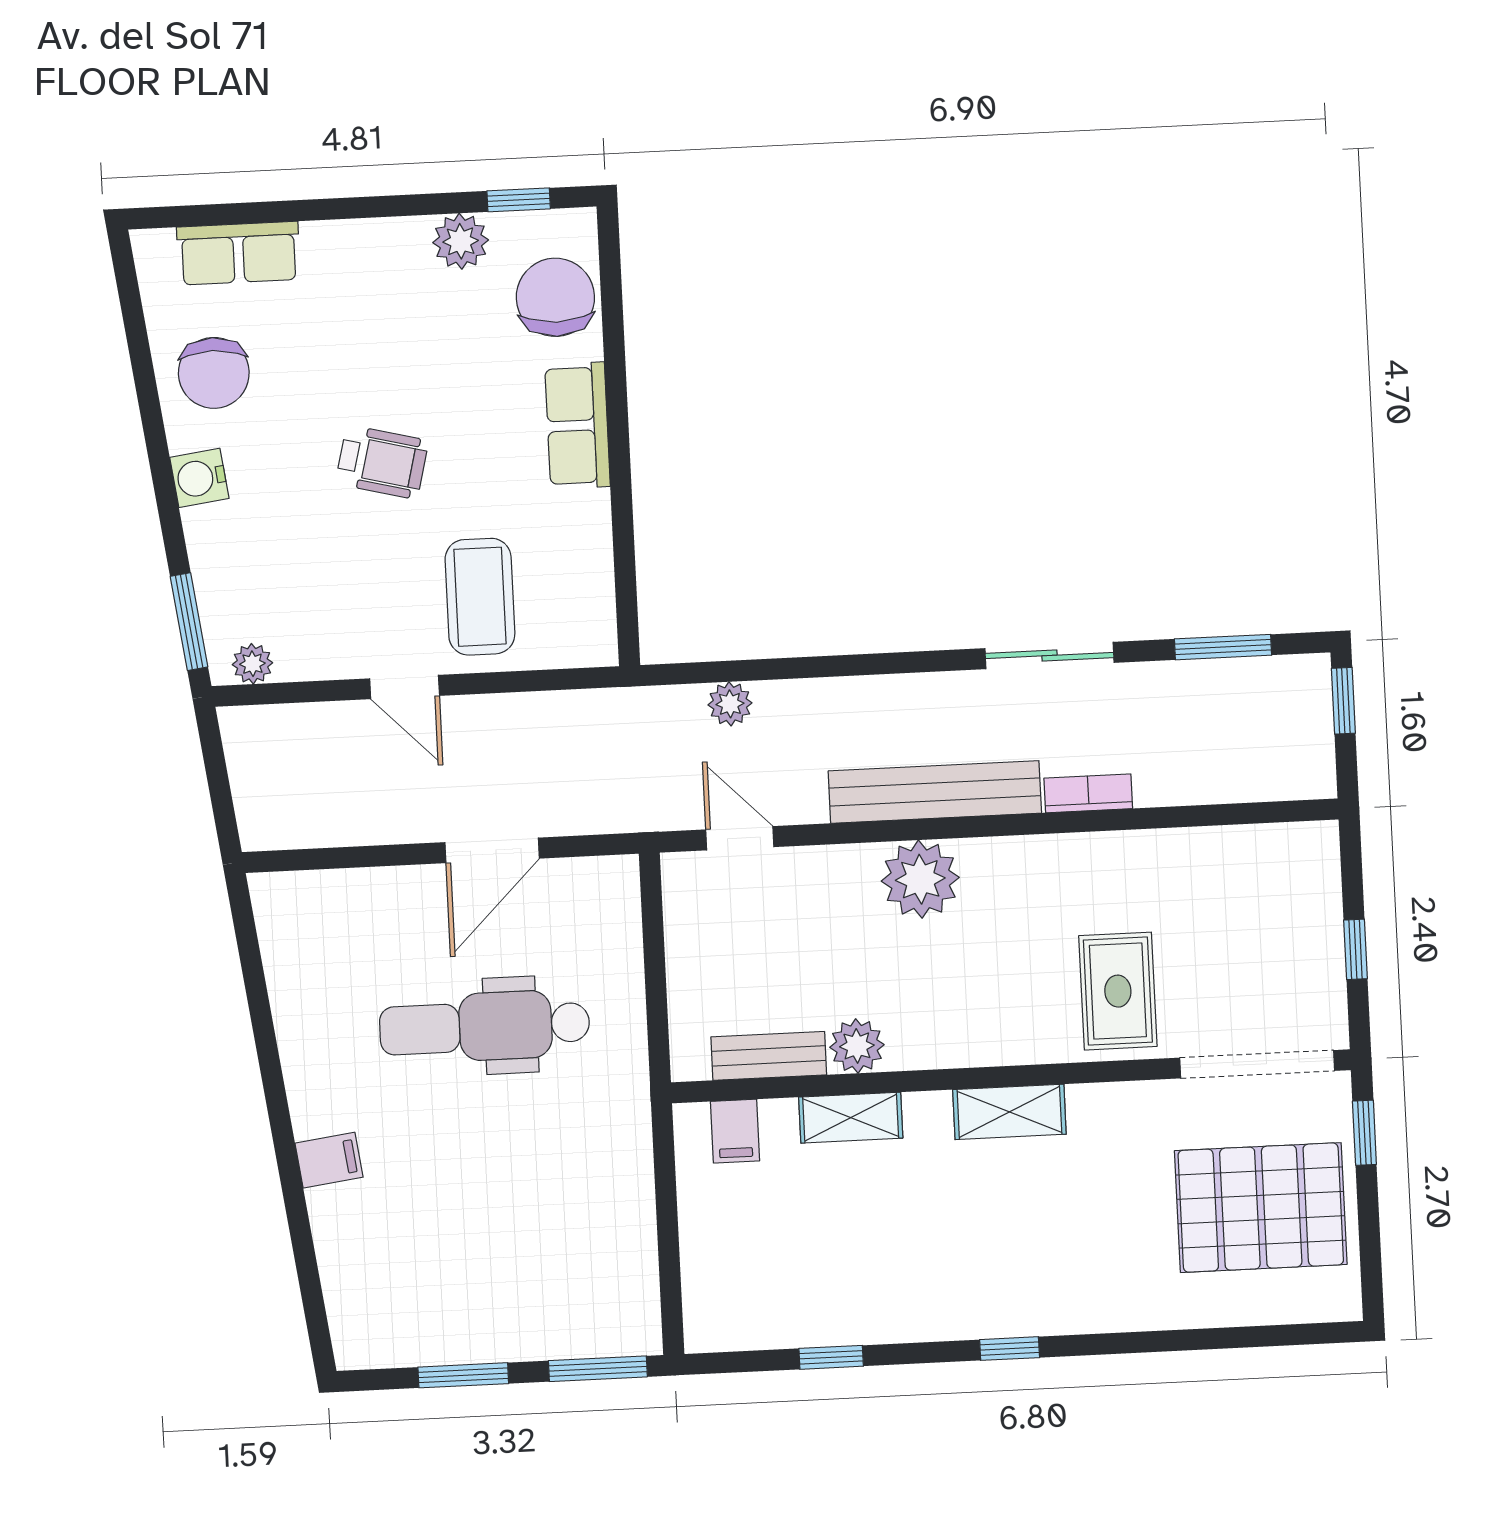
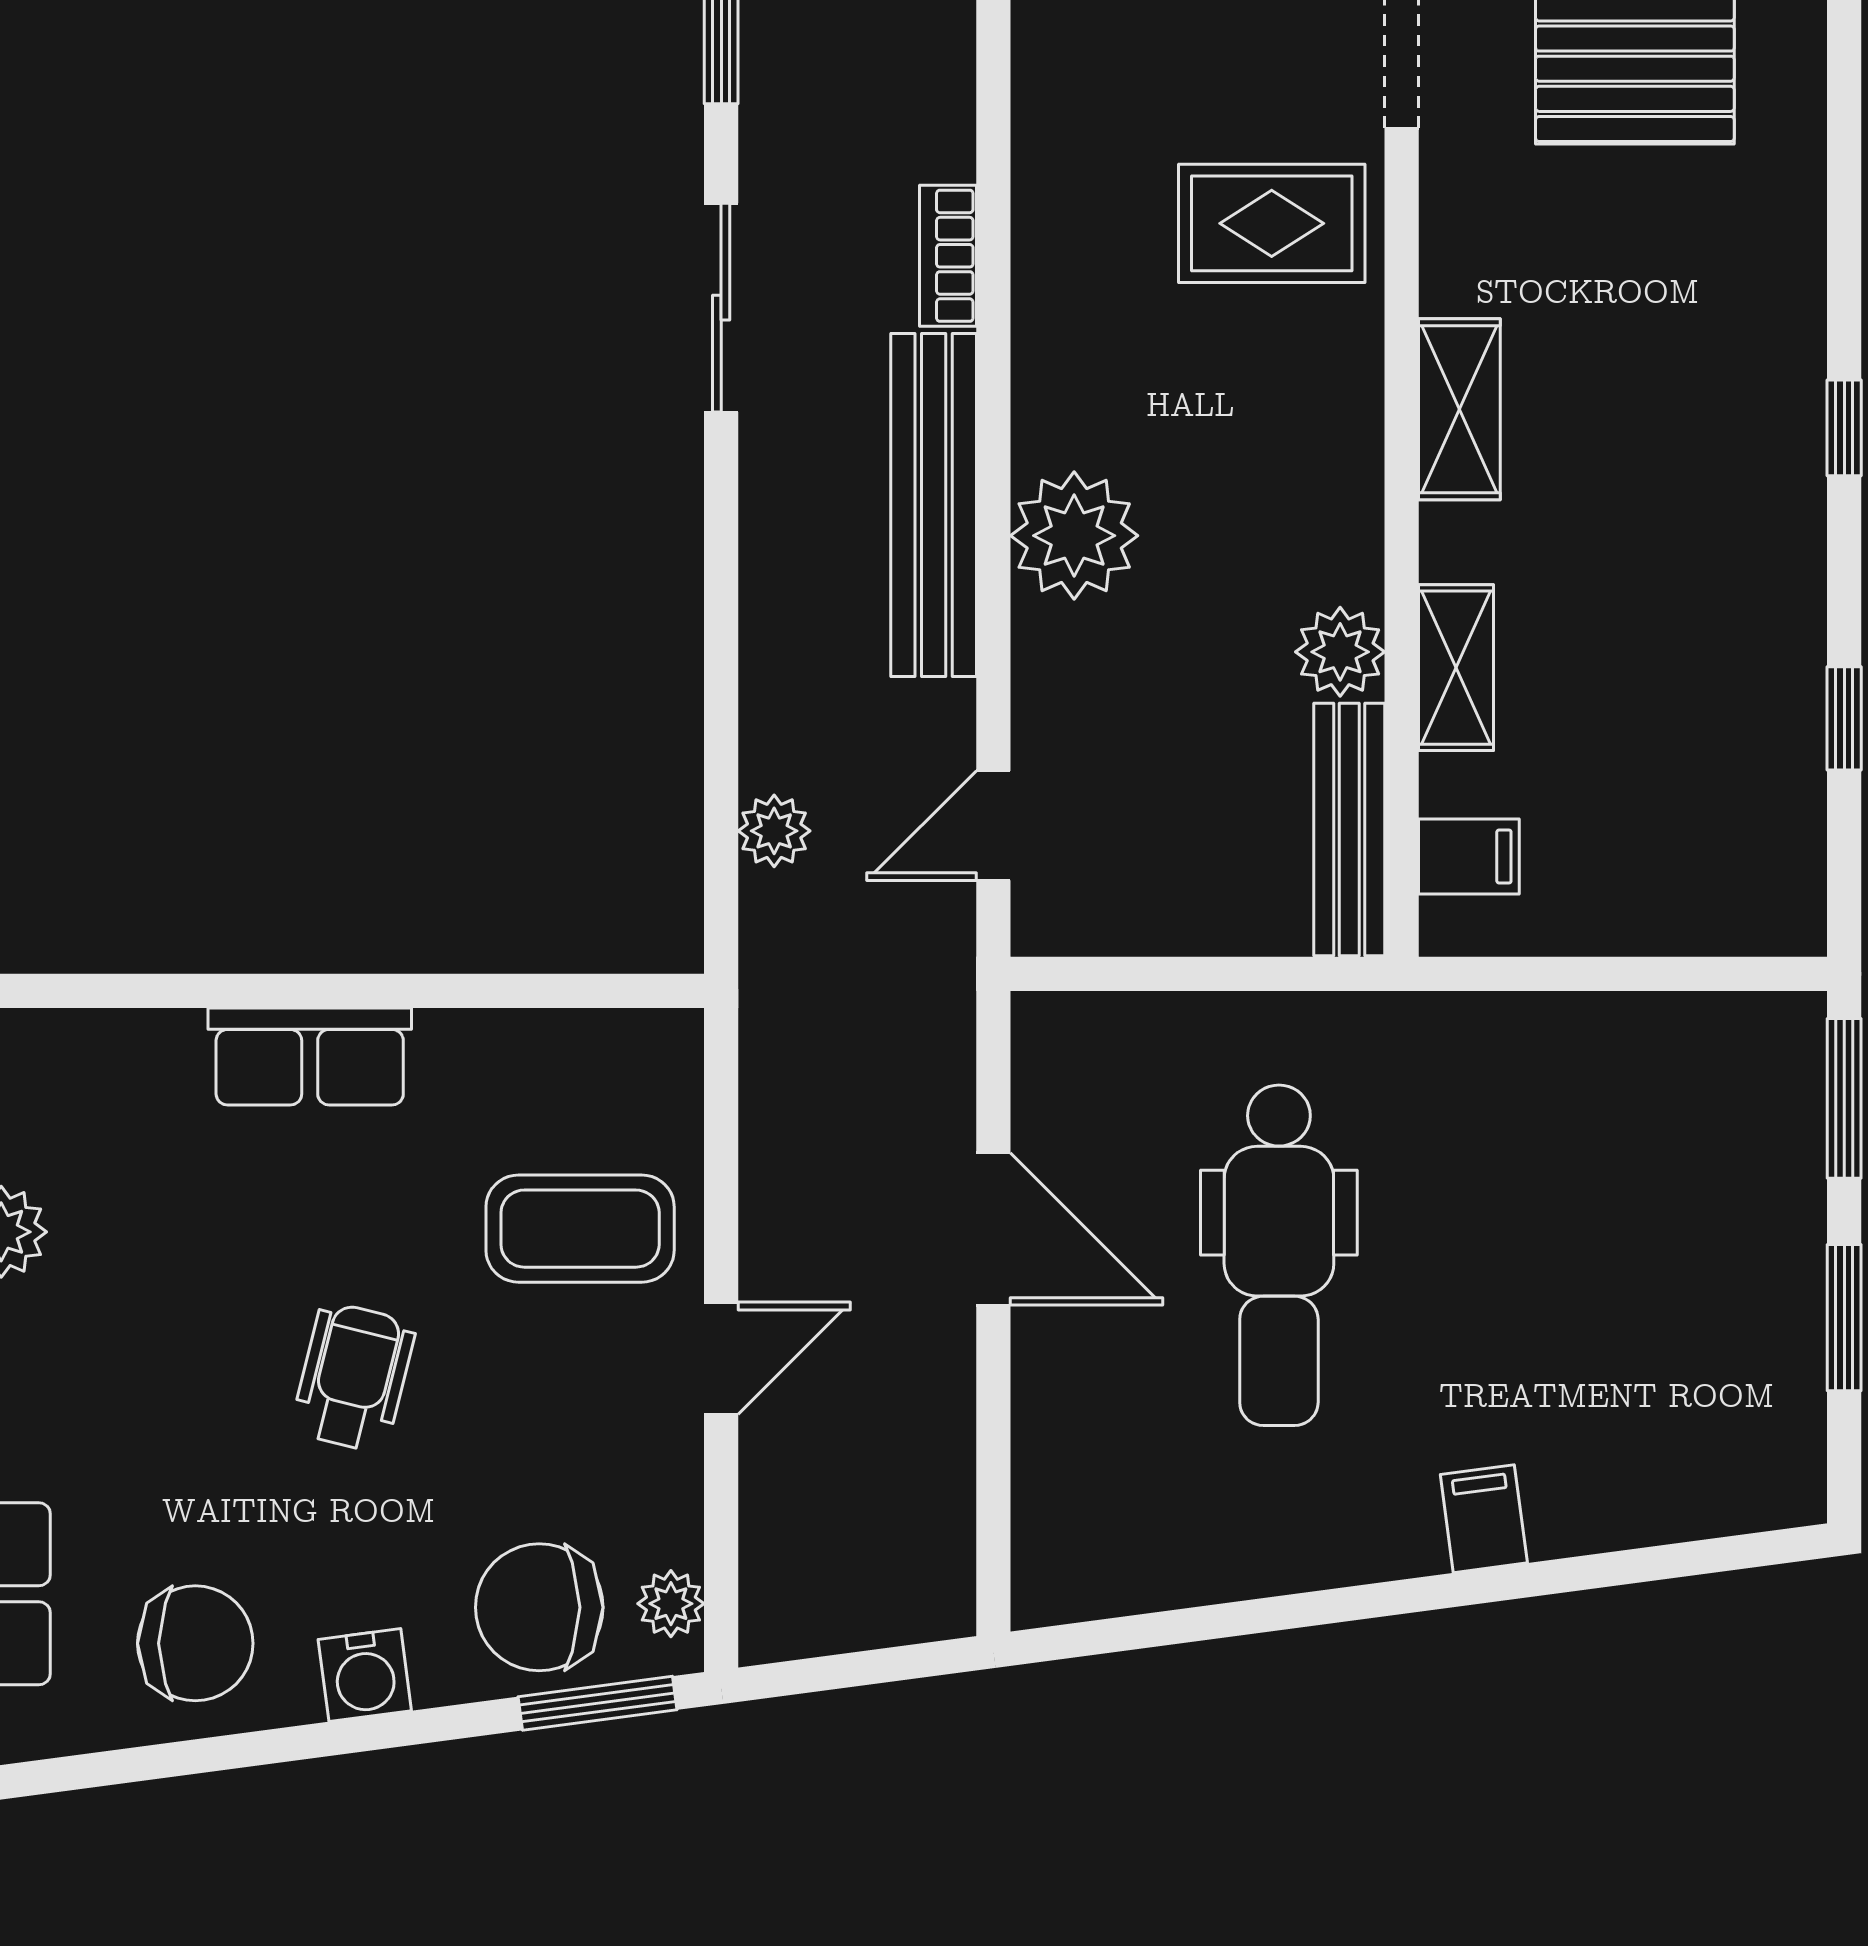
chair: (555, 297) -> (539, 1607), moved
bench: (769, 1056) -> (1349, 829), width x1.36

